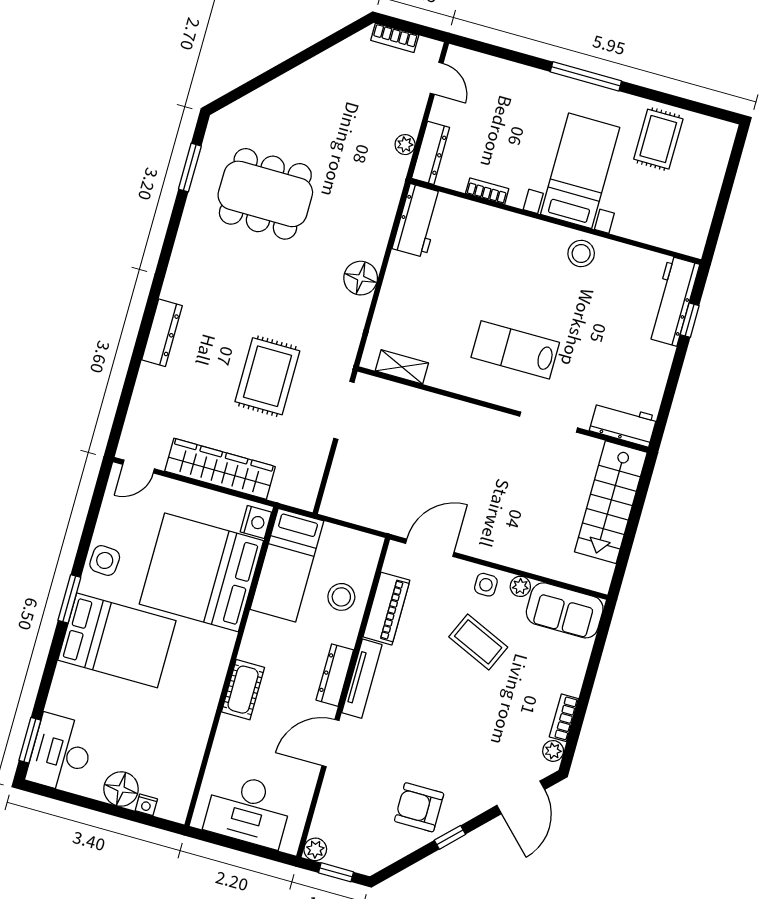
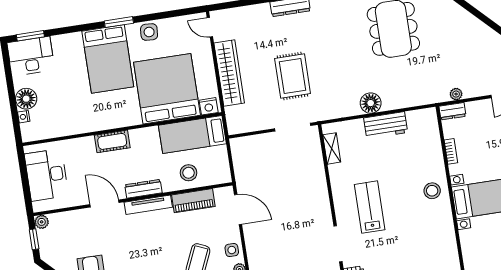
dresser: (431, 153) -> (452, 111), width x0.70
workbench: (418, 221) -> (386, 125), moved
stool: (581, 253) -> (432, 191), moved
rug: (267, 376) -> (293, 76), turned 90

